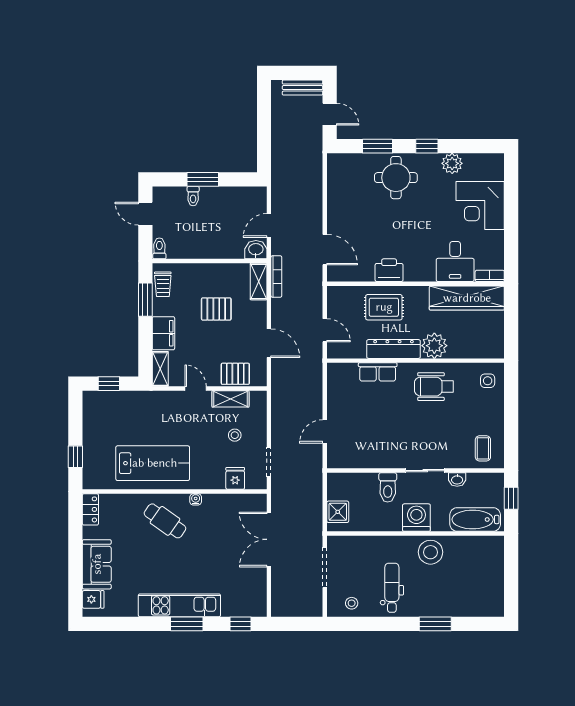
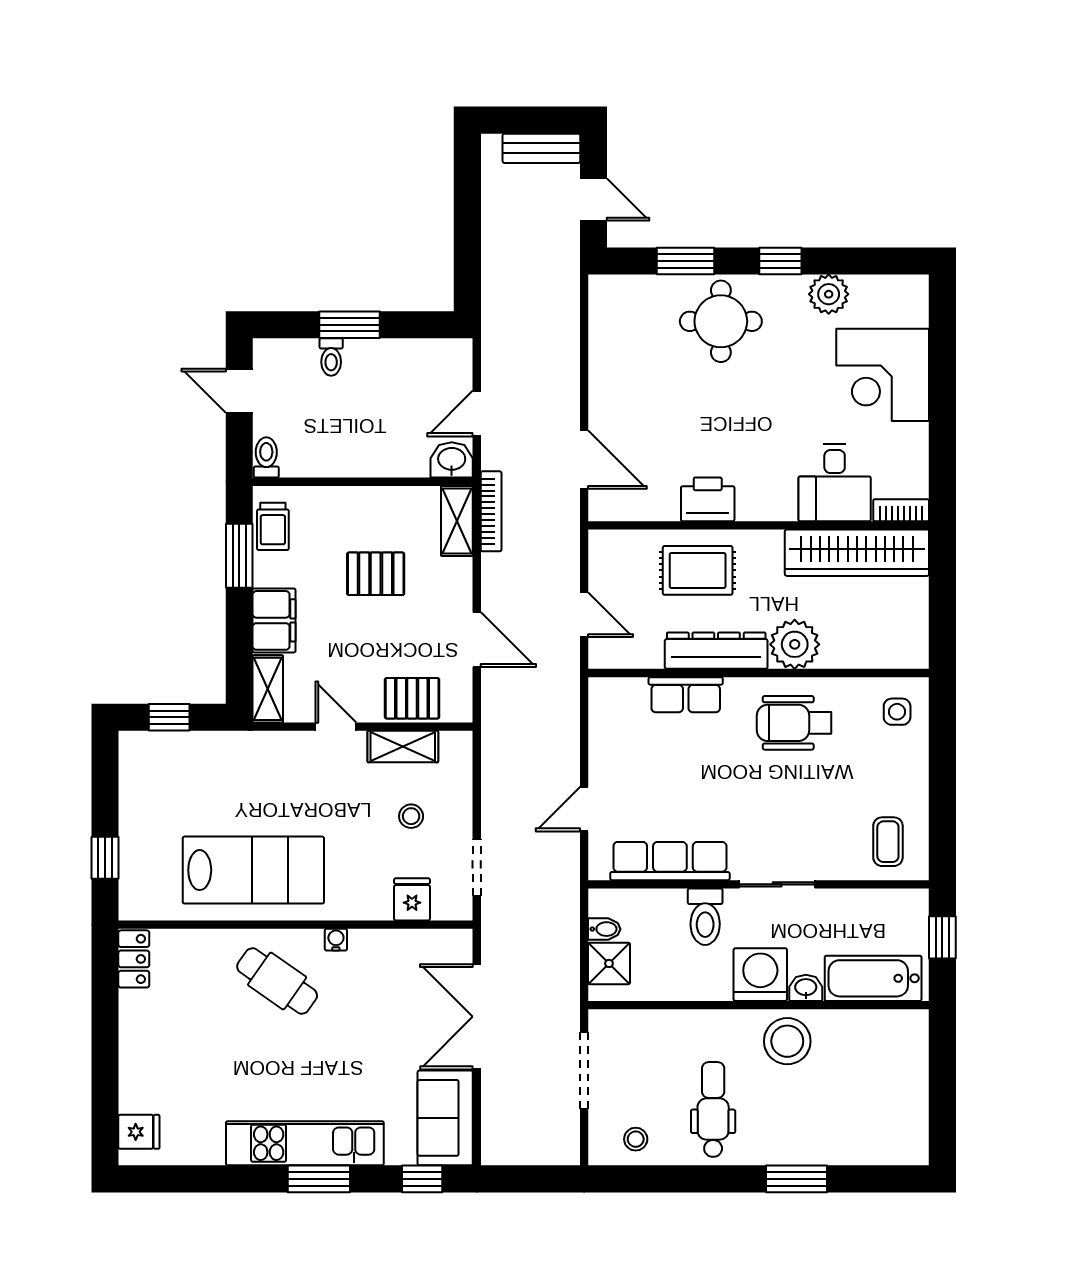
row of seats: (369, 458) -> (670, 861), added
washbasin: (457, 480) -> (806, 988), moved, turned 180
bidet: (335, 494) -> (604, 929), added
sofa: (97, 564) -> (445, 1118), moved, turned 180

